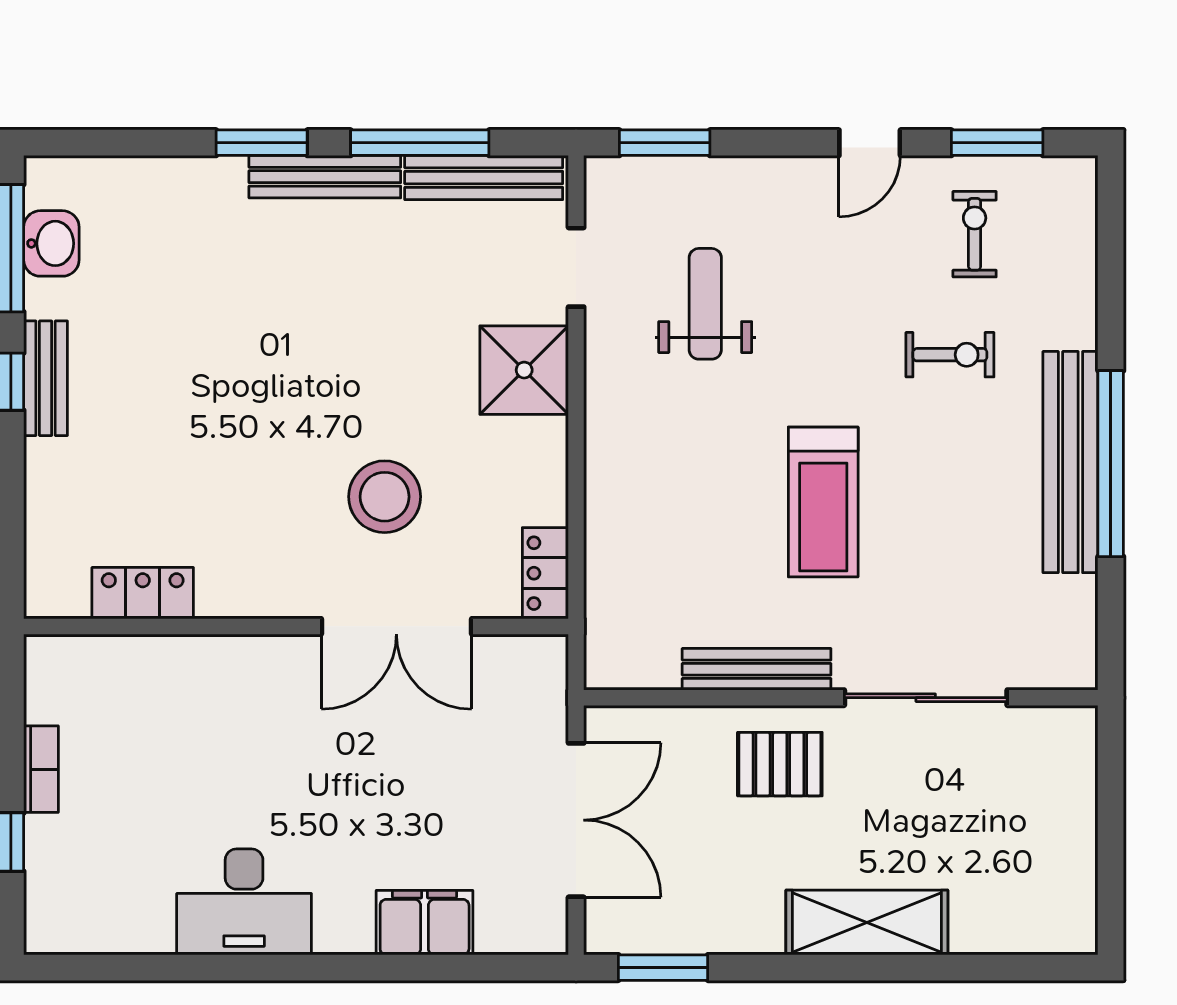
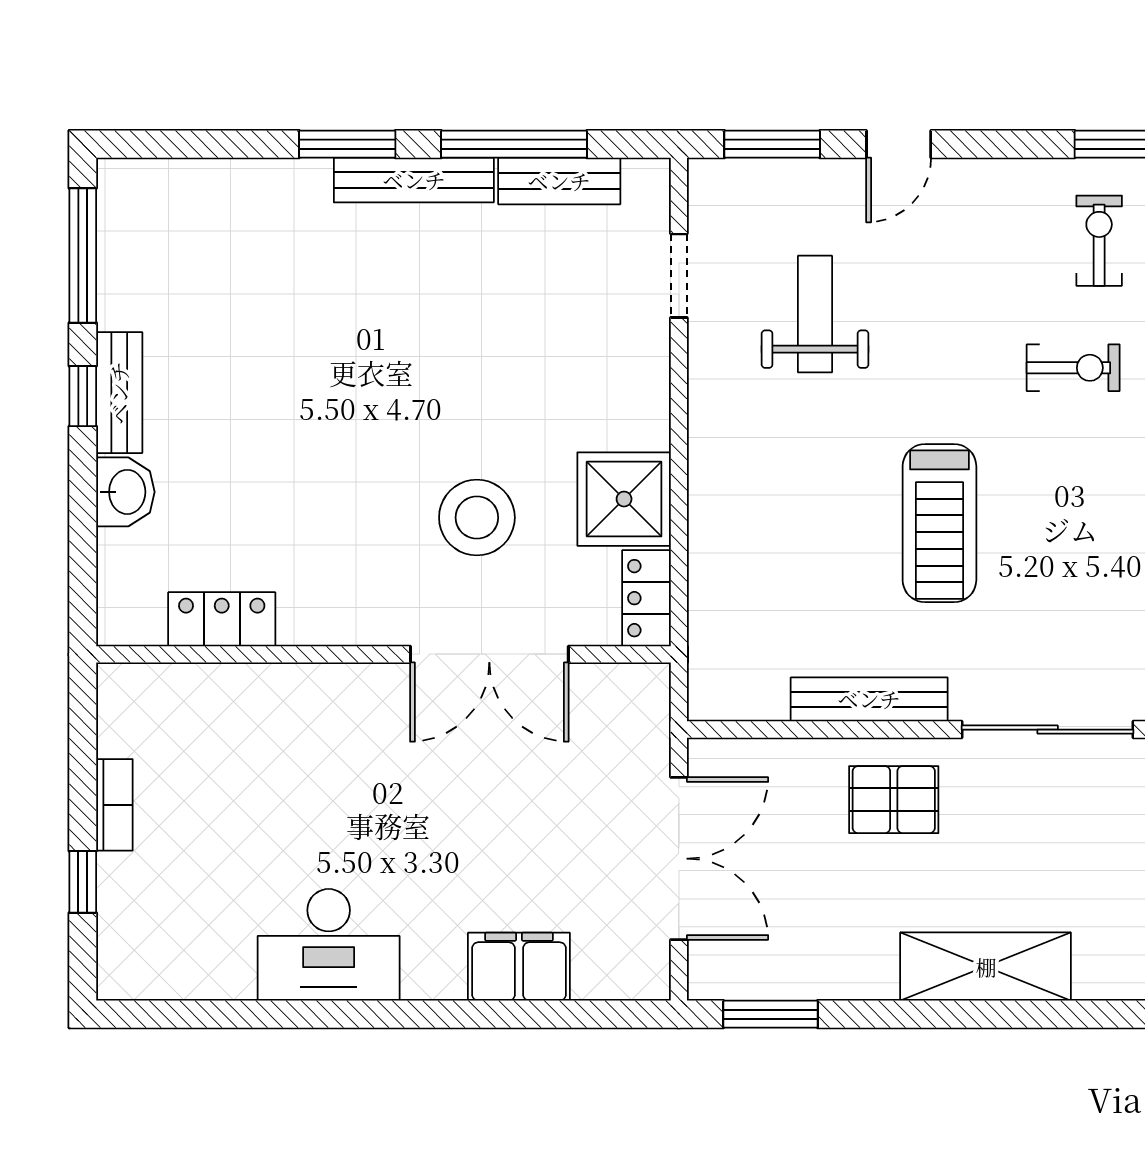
door: (870, 143) -> (899, 144), moved
bench: (484, 178) -> (559, 181), width x0.73
washbasin: (51, 243) -> (125, 492), moved
shower: (524, 370) -> (624, 499), moved

